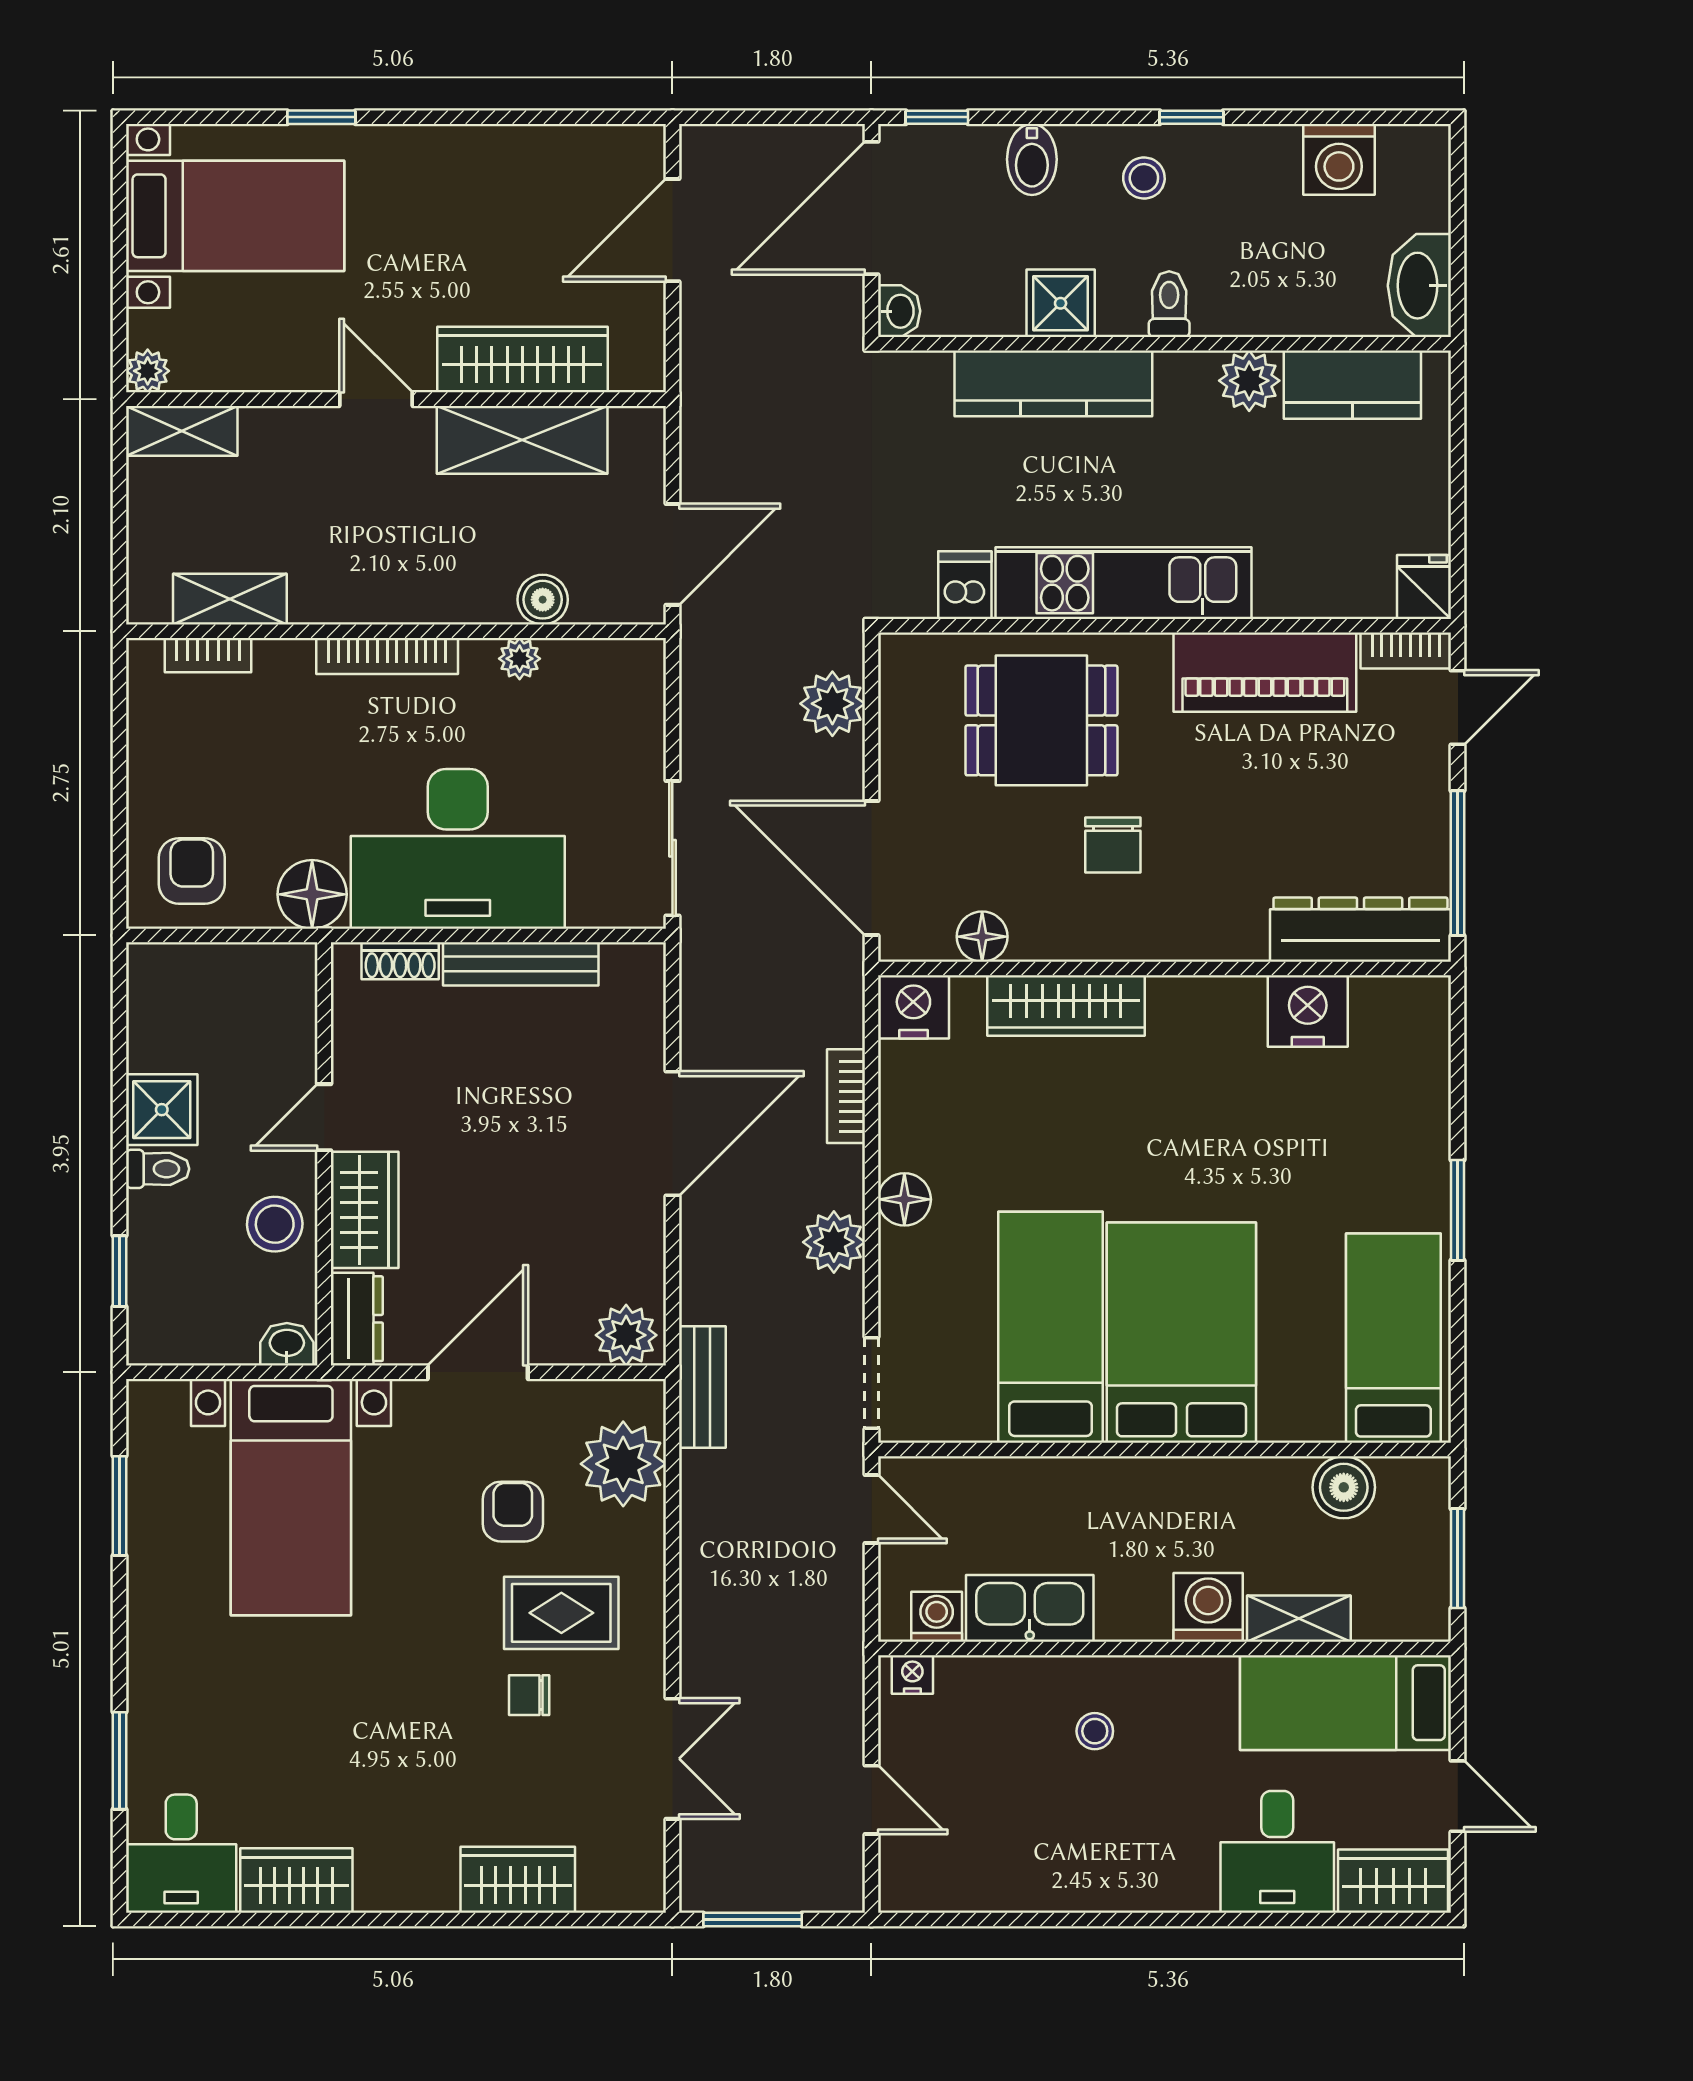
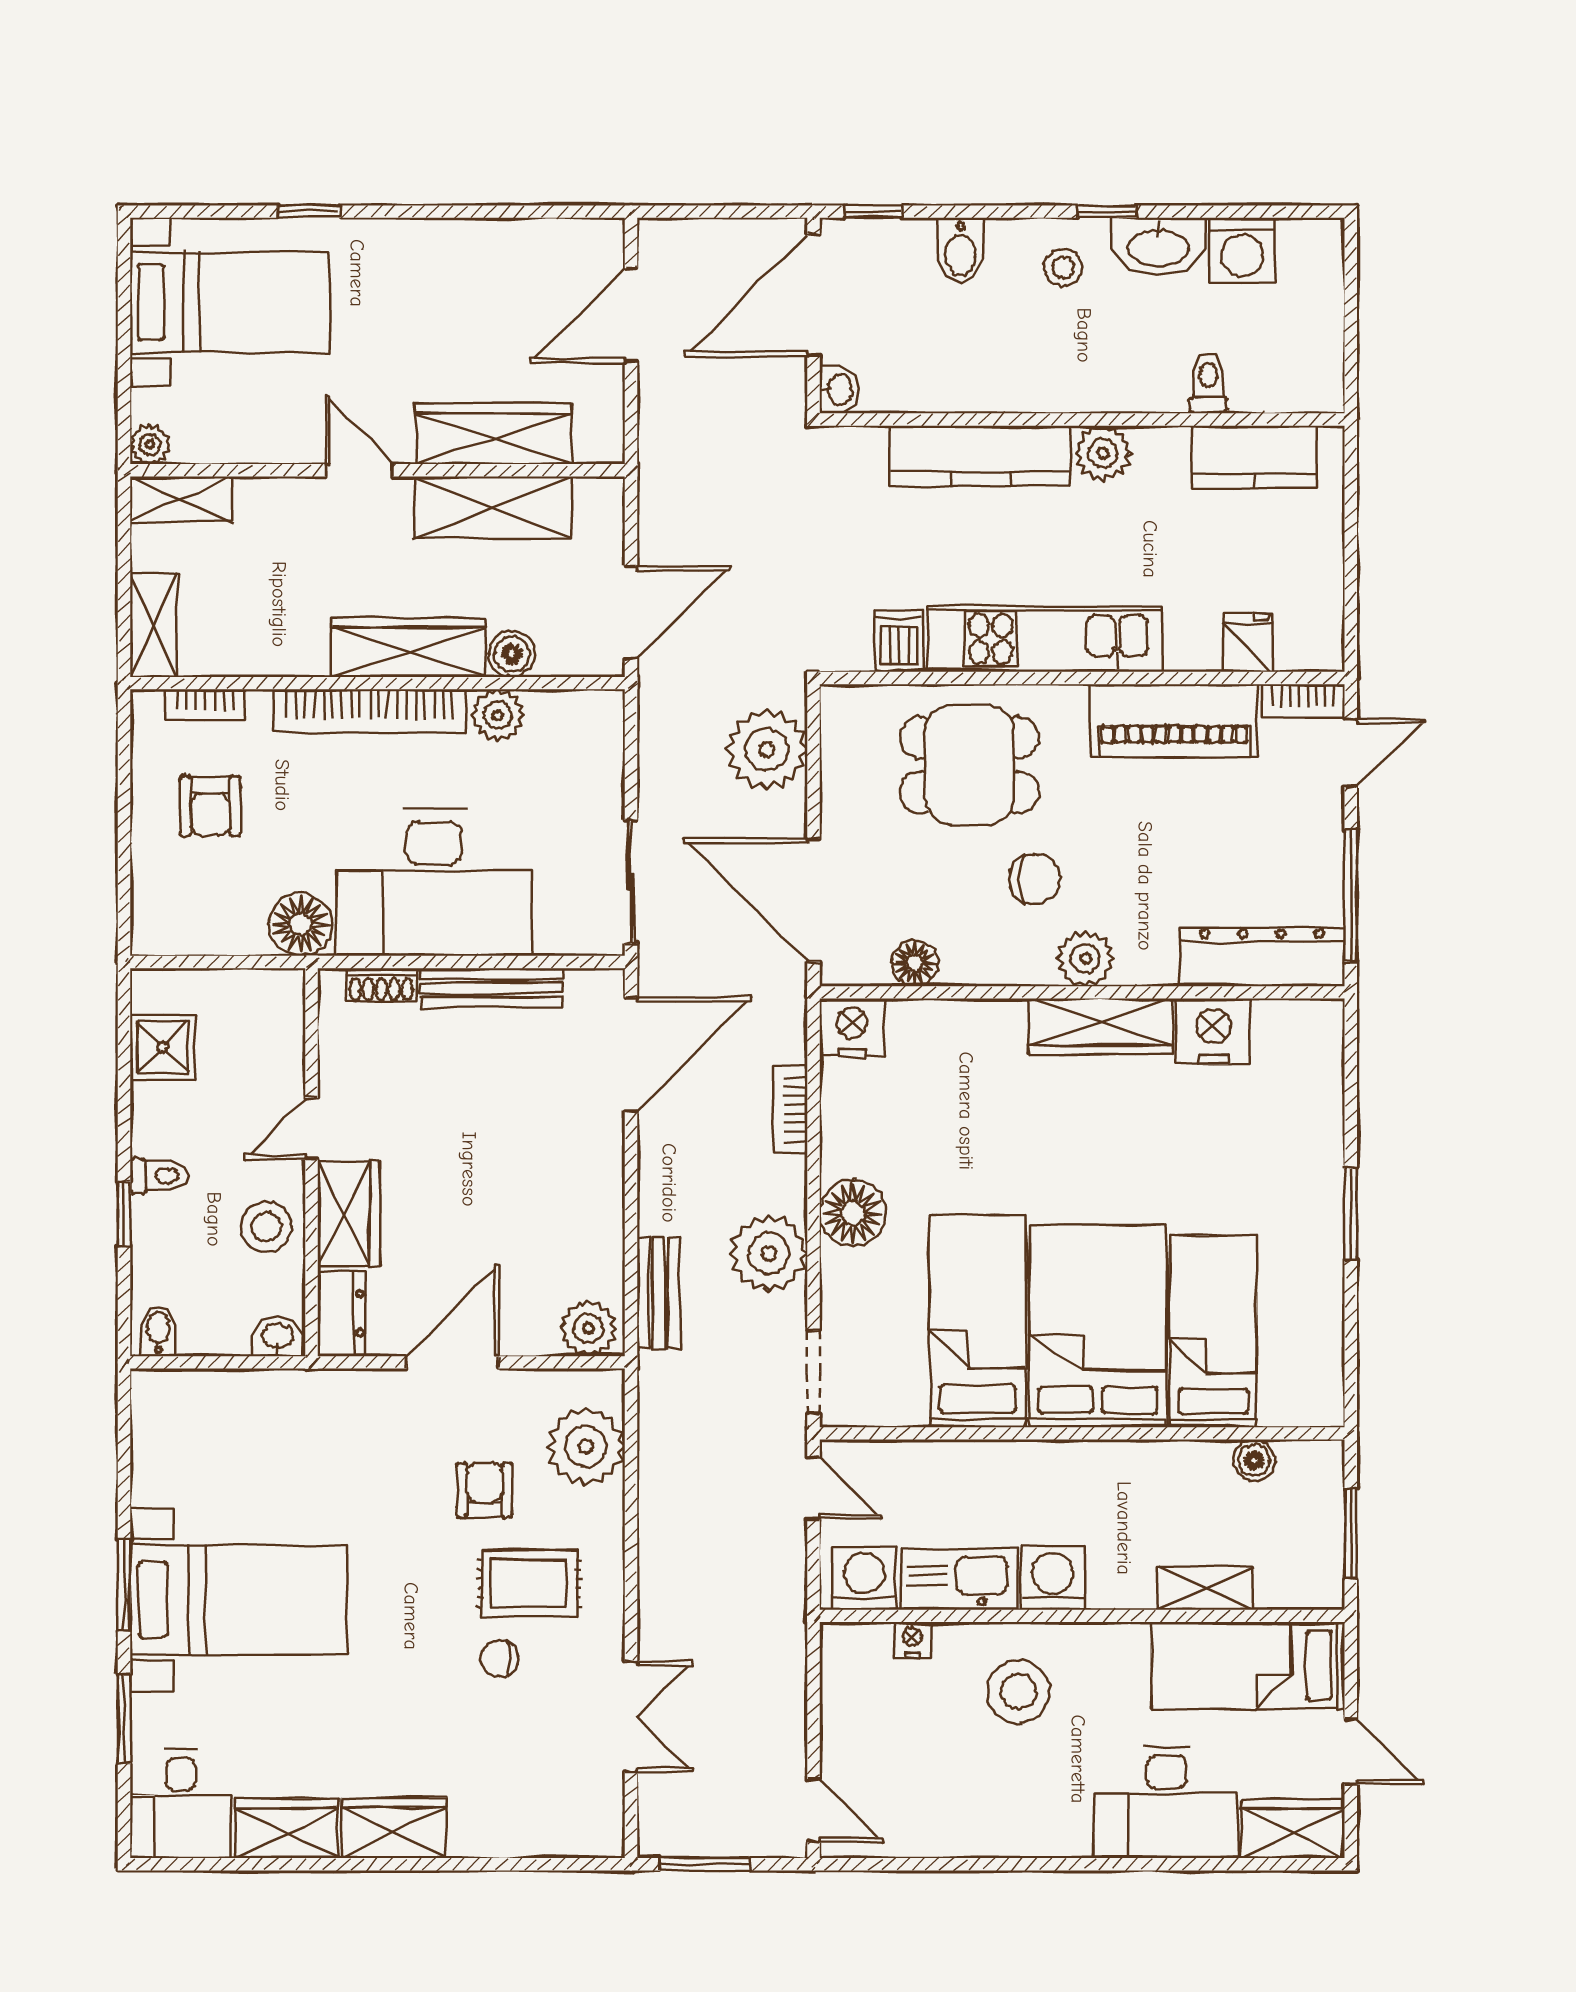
washbasin: (1419, 286) -> (1158, 247), moved, turned -90
shower: (1061, 303) -> (987, 382), removed
toilet: (1169, 304) -> (1208, 383), moved
plant: (1249, 381) -> (1103, 453), moved
fridge: (1424, 587) -> (1248, 643), moved
wardrobe: (429, 592) -> (408, 647), added
shelving: (230, 599) -> (154, 625), moved, turned 90
bookcase: (387, 656) -> (369, 711), width x1.48, depth x1.31
plant: (520, 659) -> (498, 715), width x1.38, depth x1.38
plant: (832, 704) -> (767, 749), width x1.36, depth x1.36
chair: (1113, 845) -> (1035, 879), turned -90
armchair: (192, 871) -> (210, 806), moved, turned 180
plant: (1168, 932) -> (1085, 958), added
wardrobe: (1066, 1006) -> (1101, 1026), moved
shower: (162, 1110) -> (163, 1047), moved
door: (672, 1134) -> (631, 1054), moved
floor lamp: (904, 1199) -> (853, 1213), width x1.38, depth x1.38
plant: (834, 1242) -> (769, 1253), width x1.36, depth x1.36
window: (120, 1271) -> (124, 1213), moved
bidet: (157, 1338) -> (158, 1331), added
bed: (1393, 1338) -> (1213, 1331), moved
bench: (702, 1387) -> (658, 1294), moved
boiler: (1344, 1487) -> (1254, 1460), width x0.73, depth x0.73
bed with nightstands: (291, 1497) -> (239, 1600), moved, turned -90
window: (120, 1506) -> (124, 1585), moved
washing machine: (1208, 1607) -> (1053, 1578), moved
washing machine: (937, 1617) -> (864, 1578), width x1.38, depth x1.38
nightstand: (912, 1675) -> (912, 1640), moved
stool: (1095, 1731) -> (1018, 1692), width x1.89, depth x1.89
door: (871, 1800) -> (813, 1811), moved
desk: (1277, 1852) -> (1166, 1802), width x1.37
wardrobe: (518, 1880) -> (394, 1828), moved

